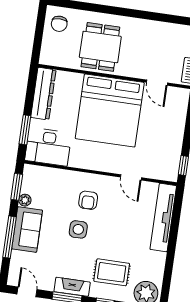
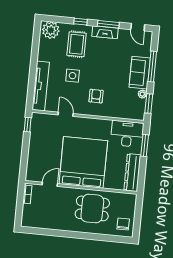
dining table: (100, 47) -> (92, 208), turned 90
door: (157, 83) -> (50, 184), hinge flipped
side table: (78, 229) -> (73, 76), moved
rug: (112, 272) -> (77, 44), turned 90

